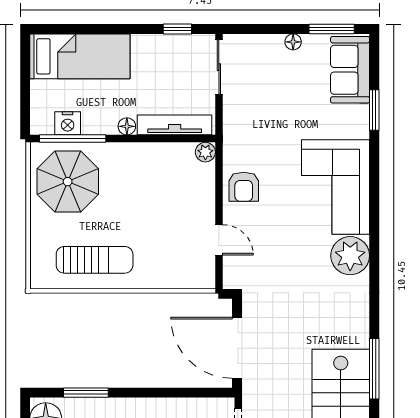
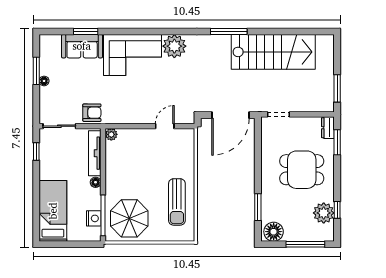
window: (332, 29) -> (36, 71), moved
sofa: (350, 70) -> (82, 46), moved
armchair: (244, 187) -> (92, 113), moved
sun lounger: (95, 260) -> (177, 202), turned 180
window: (374, 369) -> (229, 32), moved

